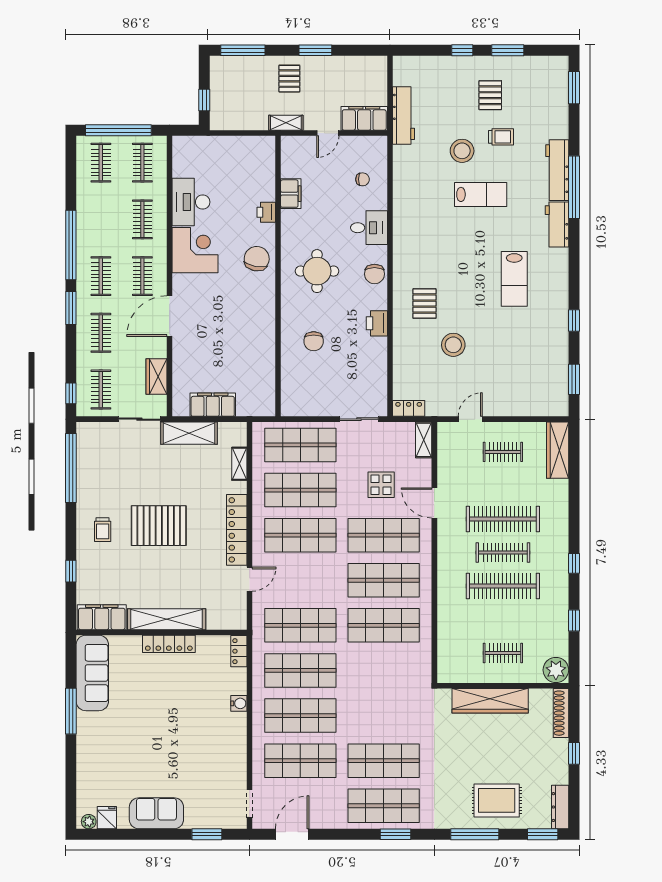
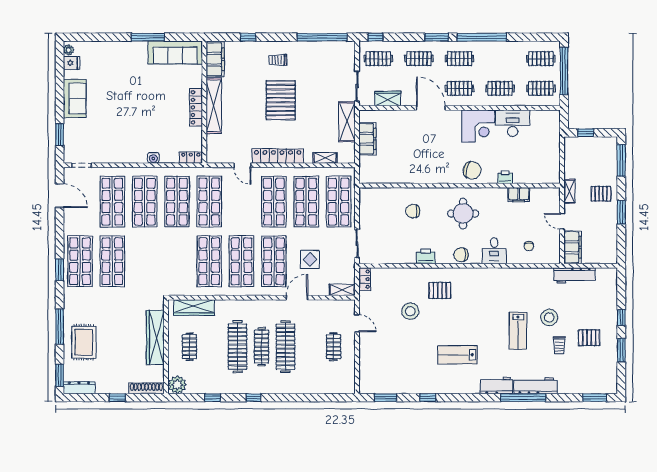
wardrobe: (558, 450) -> (194, 307), moved, turned 180

